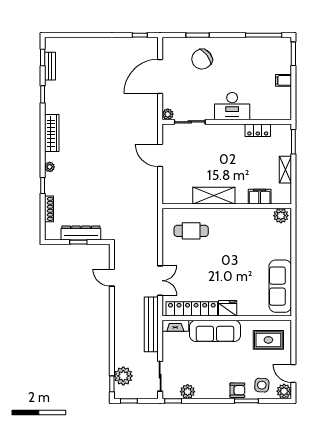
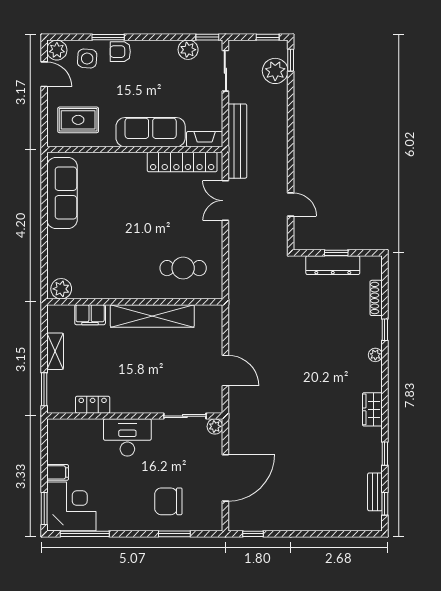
corner desk: (273, 55) -> (71, 506), added
chair: (202, 59) -> (168, 501), turned -143
wardrobe: (52, 133) -> (372, 409), width x0.67
shelving: (214, 196) -> (152, 316), width x1.47
fridge: (228, 308) -> (134, 163), removed

